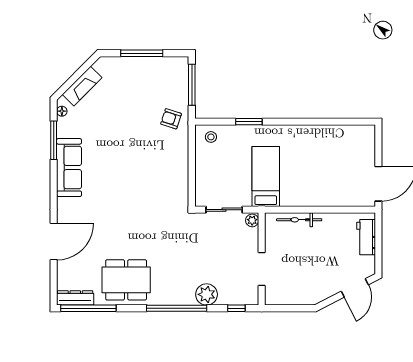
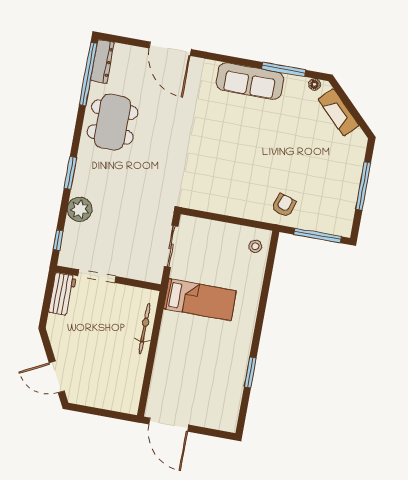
window: (249, 122) -> (250, 372), moved
plant: (252, 220) -> (153, 275), removed
workbench: (366, 237) -> (62, 294), moved, turned 90
window: (177, 308) -> (70, 173), width x0.47

